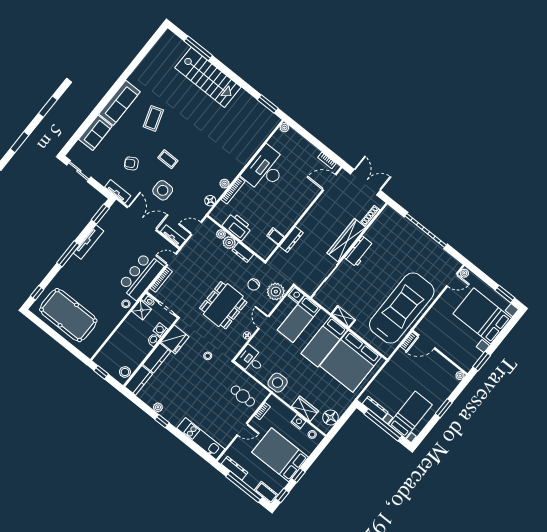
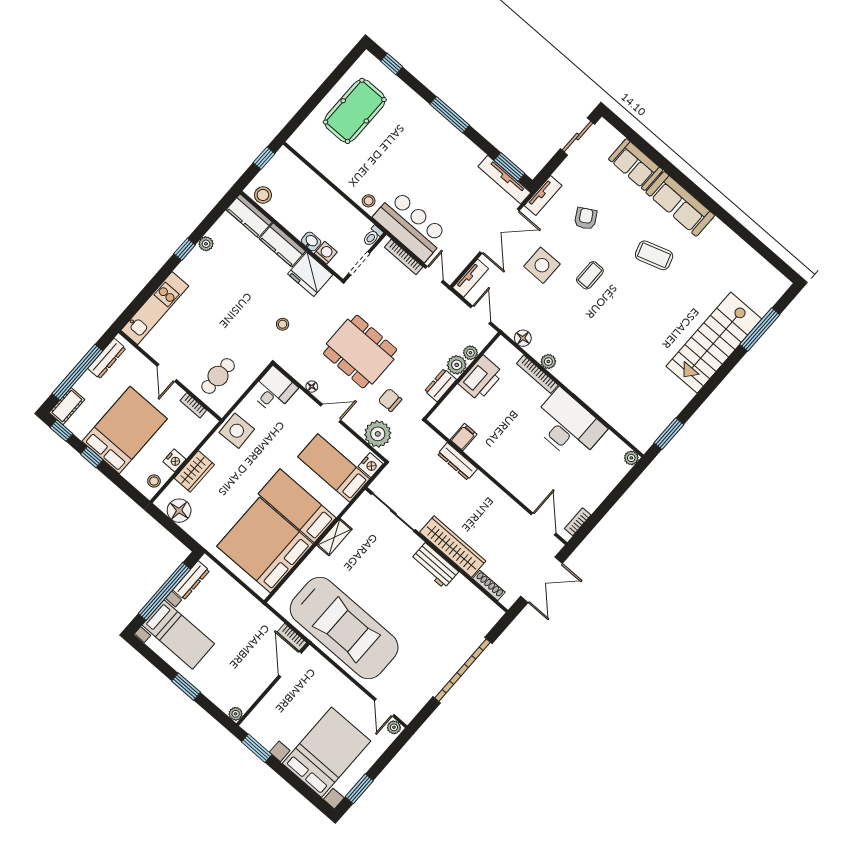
tv unit: (88, 242) -> (504, 180), moved
shower: (141, 310) -> (358, 225), removed
pool table: (68, 315) -> (355, 111), width x0.73, depth x0.76

